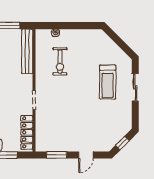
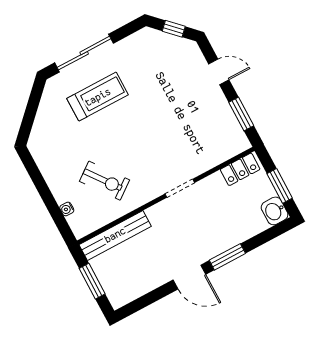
exercise bike: (60, 62) -> (105, 181), turned 53
sliding door: (135, 87) -> (84, 53), width x1.37
locker: (27, 132) -> (240, 169), width x0.66

